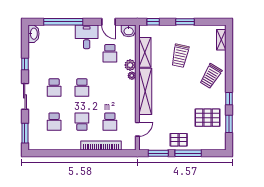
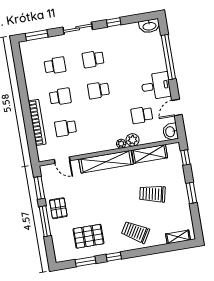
pallet: (208, 118) -> (88, 236), turned 90
school desk: (54, 122) -> (55, 66), turned 180

